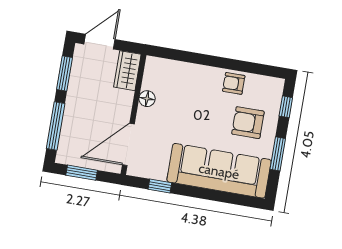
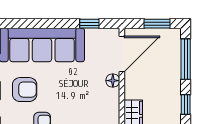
window: (65, 73) -> (186, 104), width x0.67
floor lamp: (147, 99) -> (113, 81), moved

